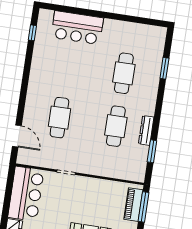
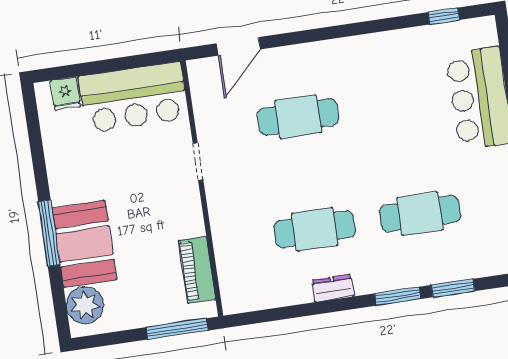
dresser: (146, 130) -> (333, 288), width x0.70
window: (152, 151) -> (398, 296), moved
piano: (133, 205) -> (197, 270), moved, turned -90

